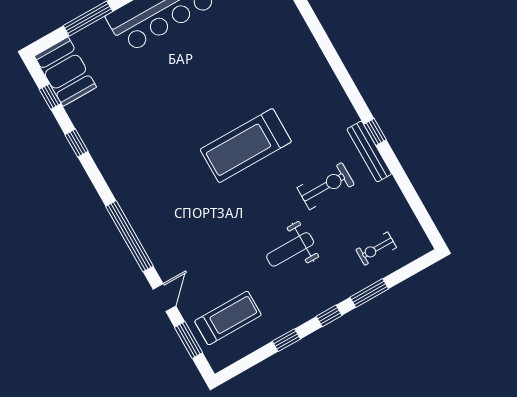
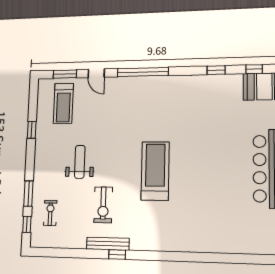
window: (329, 316) -> (27, 224), moved

